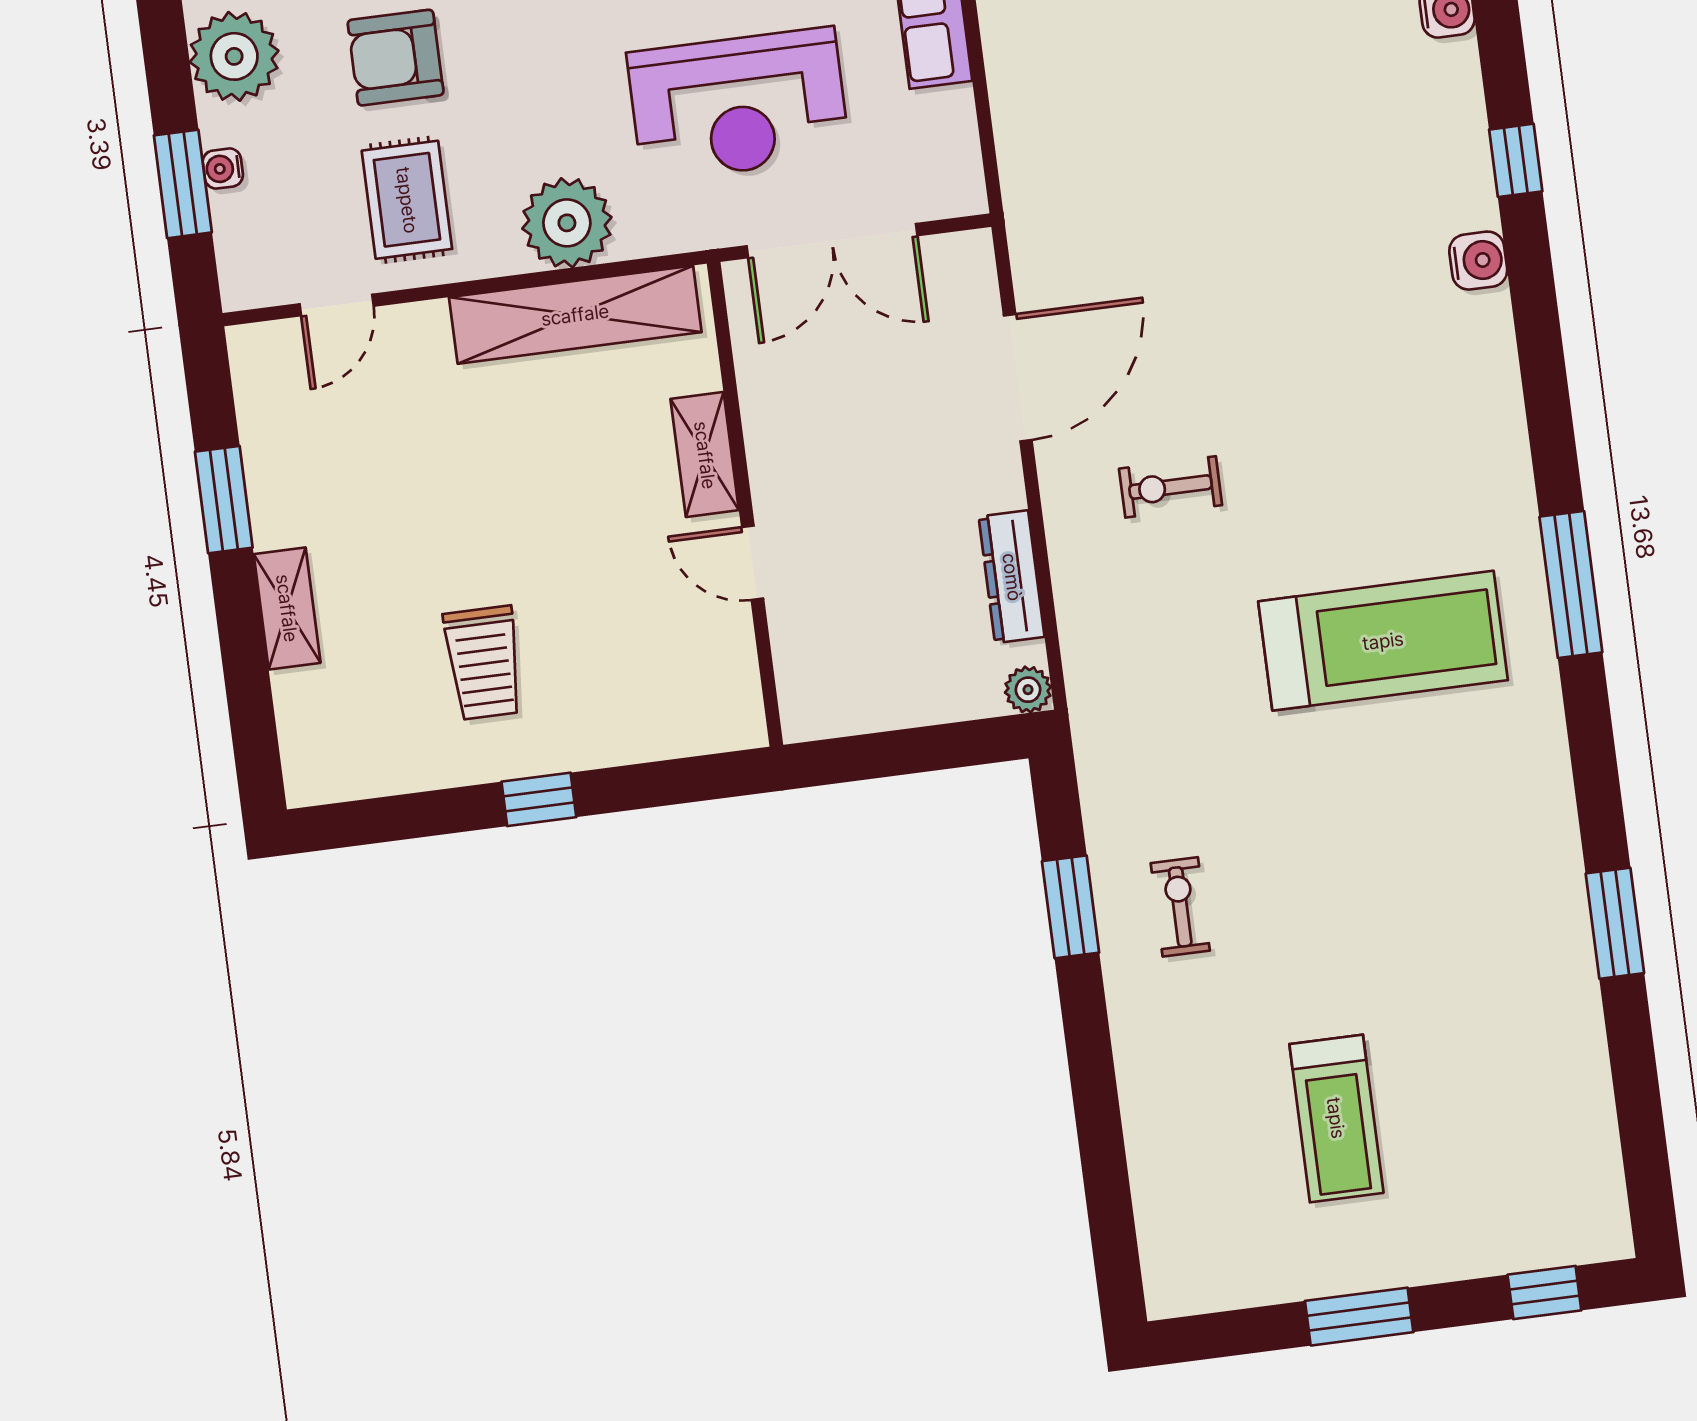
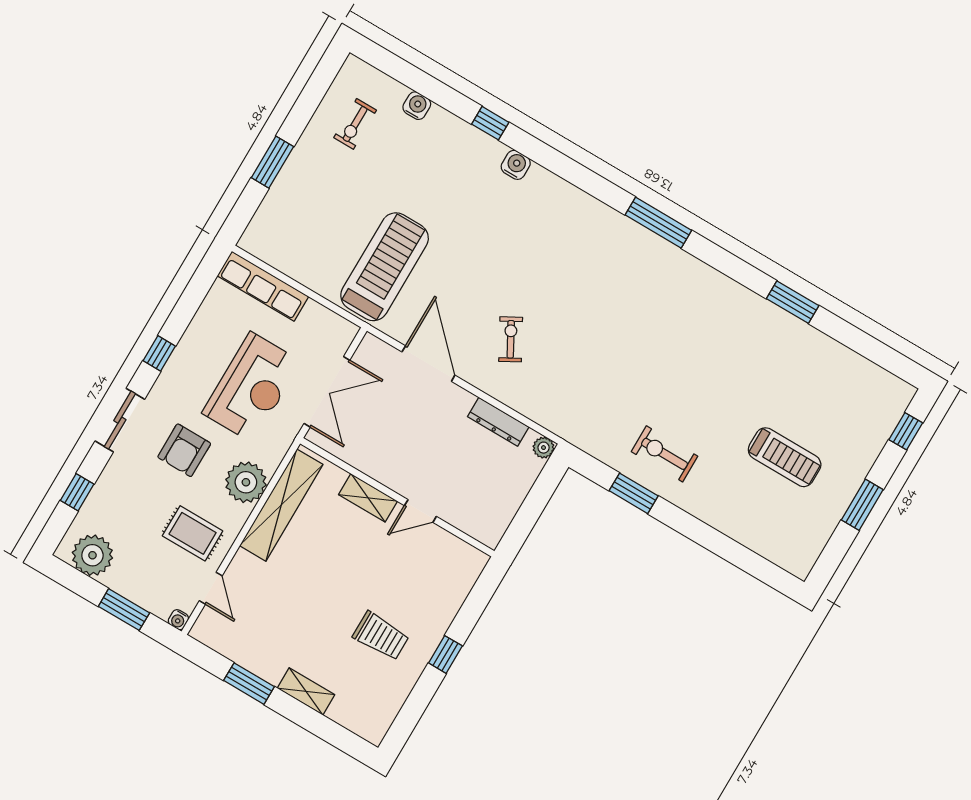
armchair: (396, 58) -> (184, 450), moved
water cooler: (223, 169) -> (178, 620), moved
exercise bike: (1171, 487) -> (511, 339), turned 151
treadmill: (1383, 641) -> (385, 267), moved
exercise bike: (1180, 907) -> (665, 454), width x1.38, depth x1.39

